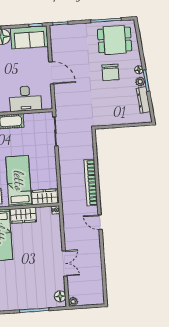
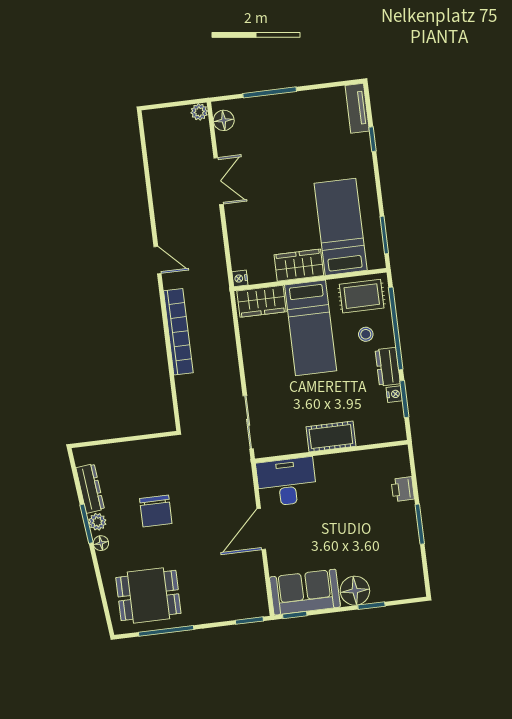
chair: (110, 72) -> (156, 511), moved, turned 180
door: (51, 73) -> (261, 529), hinge flipped
desk: (25, 99) -> (287, 482), moved
double door: (65, 263) -> (219, 181), swing flipped

